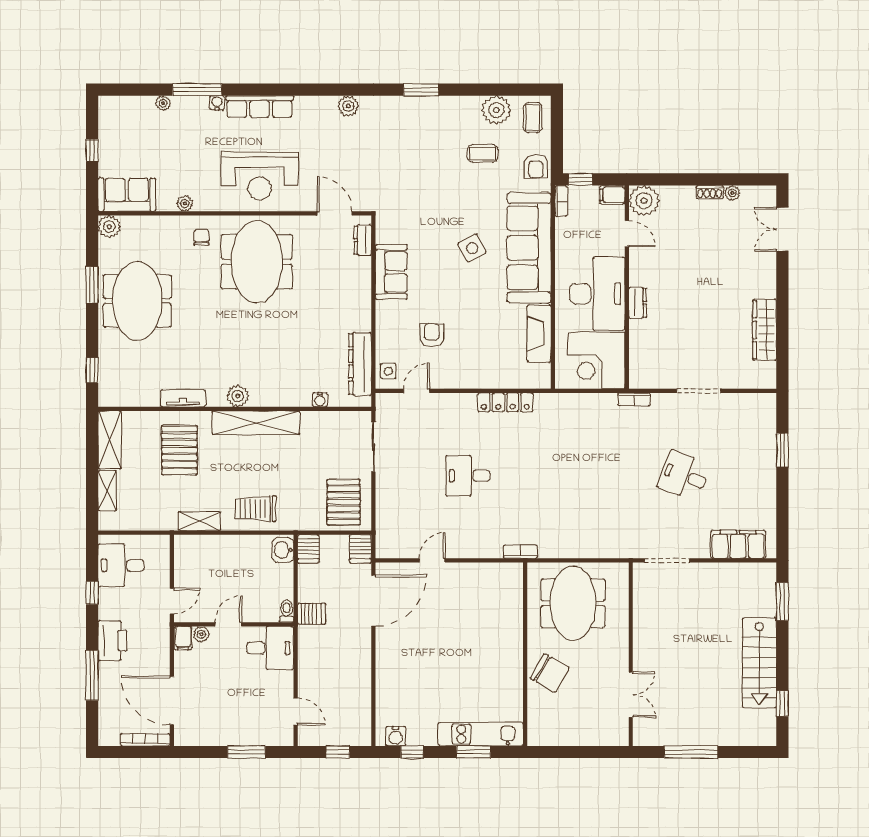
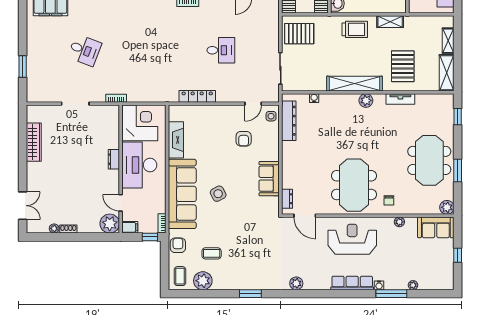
pallet: (344, 502) -> (299, 34), turned 90

